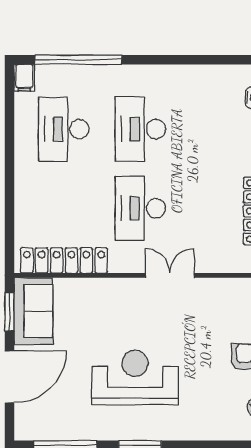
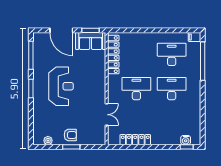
double door: (170, 275) -> (107, 115), moved

